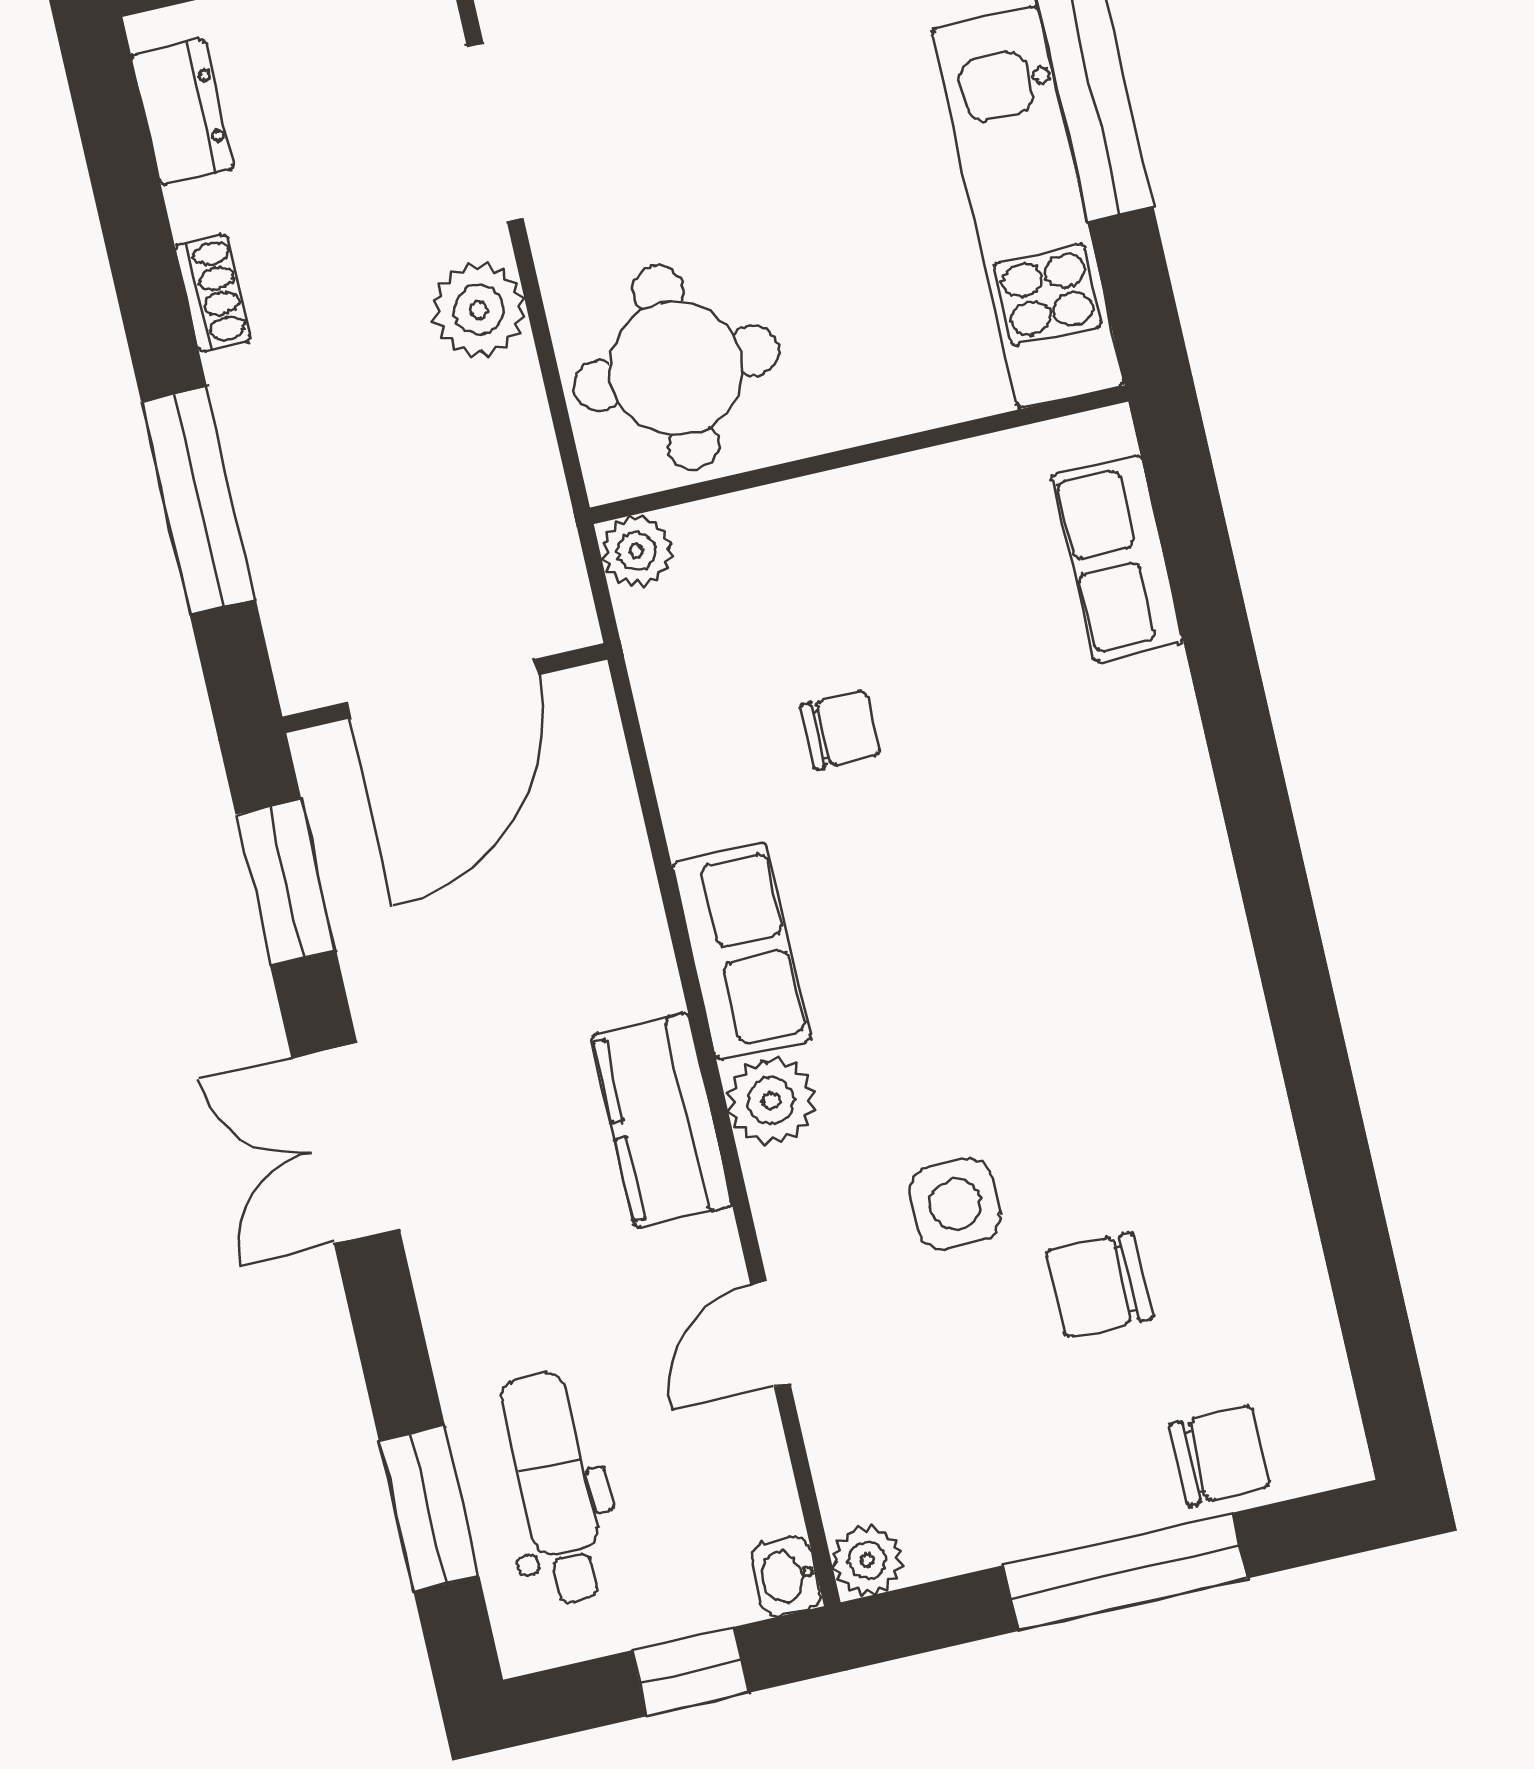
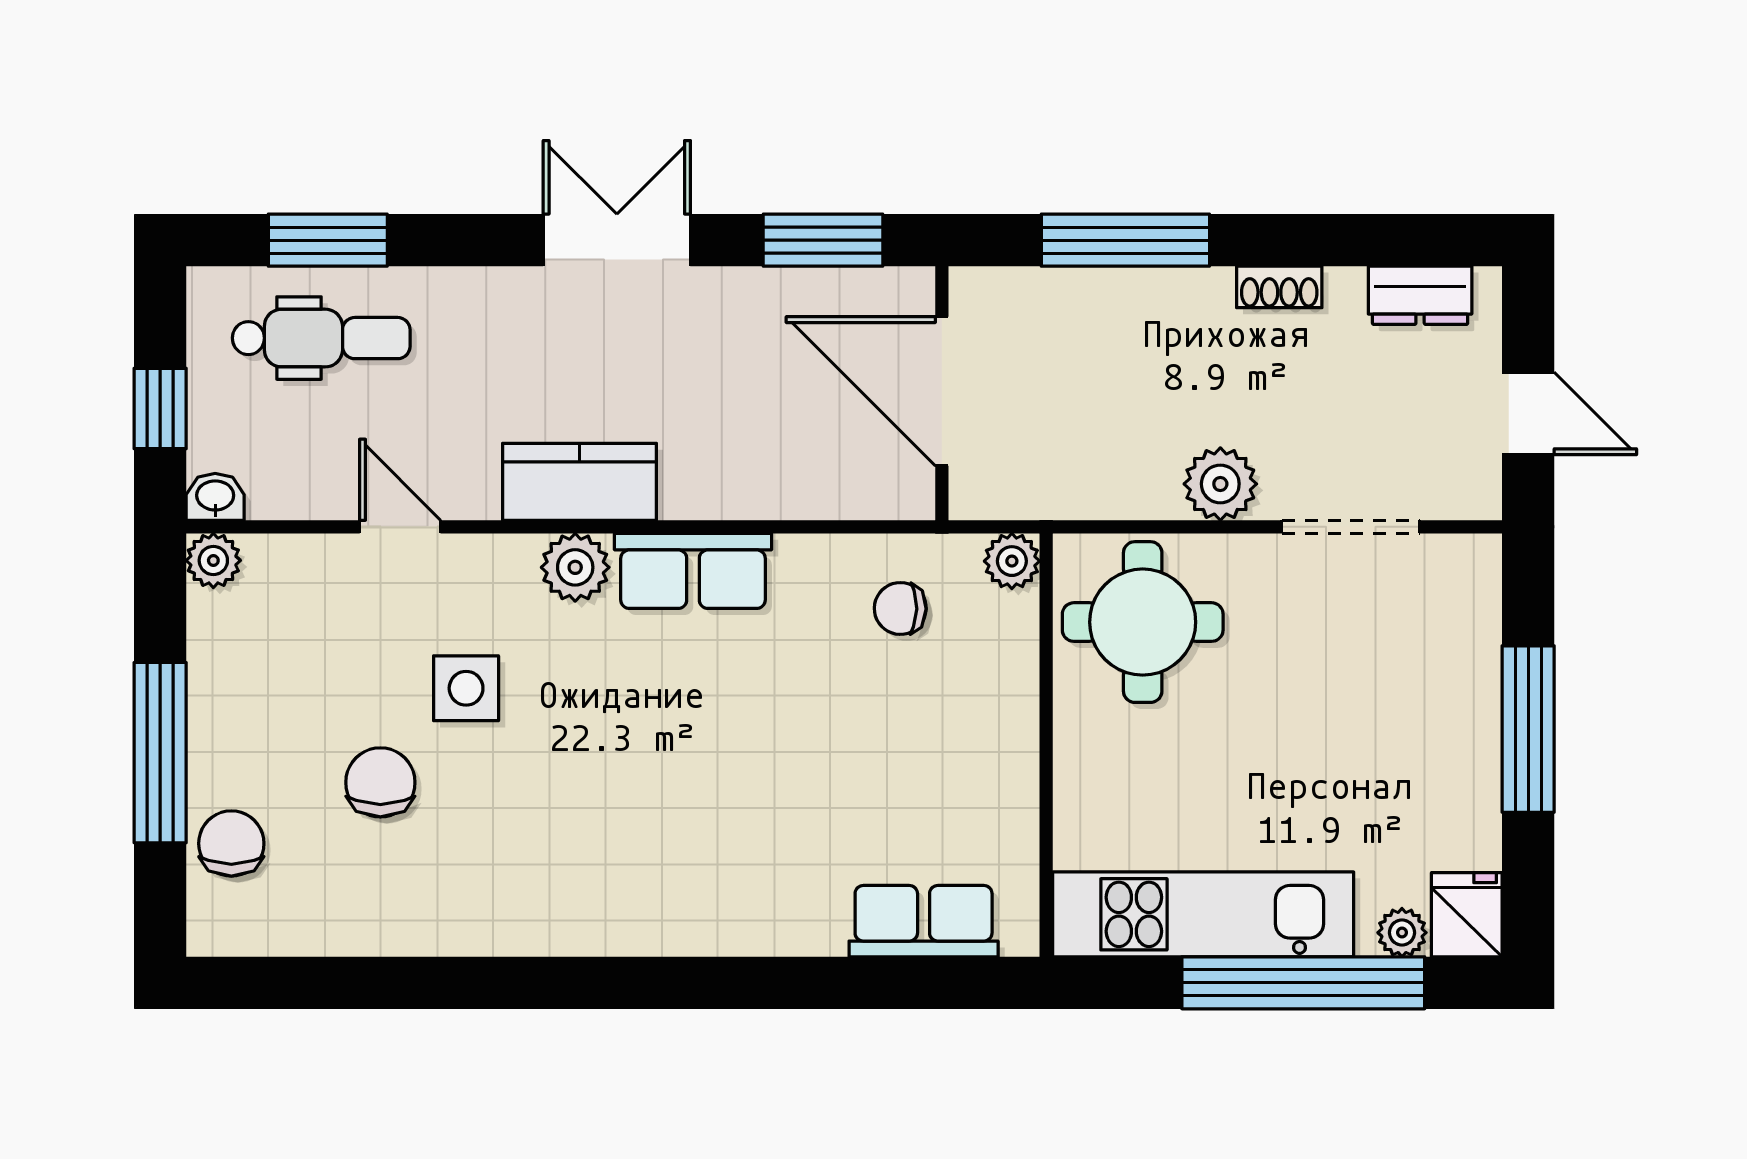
chair: (840, 730) -> (900, 608), moved, turned 91
chair: (1219, 1456) -> (231, 843), turned 180

